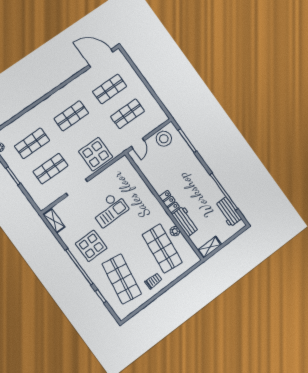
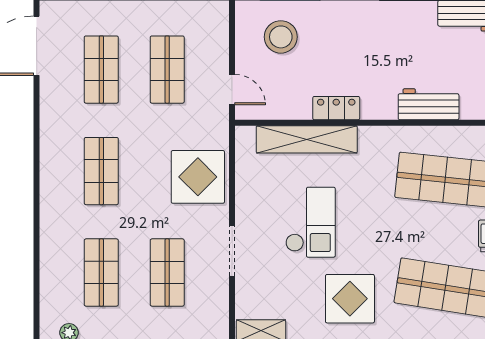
stool: (164, 139) -> (281, 37), moved
shelving: (139, 185) -> (307, 139), added
locker: (169, 202) -> (336, 108), moved
plant: (175, 231) -> (432, 136), removed

